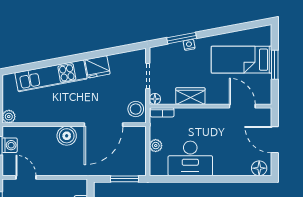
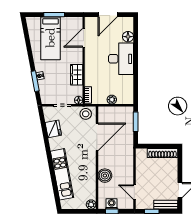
fridge: (98, 67) -> (53, 129), moved
door: (103, 125) -> (97, 137), hinge flipped
boiler: (67, 136) -> (105, 176), moved
desk: (190, 158) -> (121, 59), moved
floor lamp: (259, 168) -> (128, 37), moved
door: (26, 177) -> (134, 192), hinge flipped

